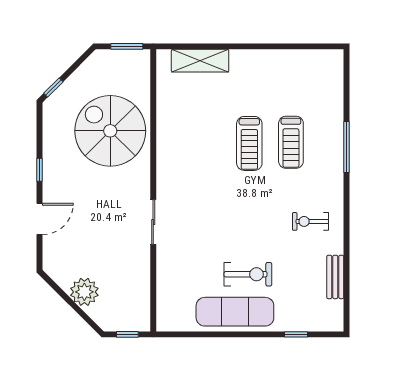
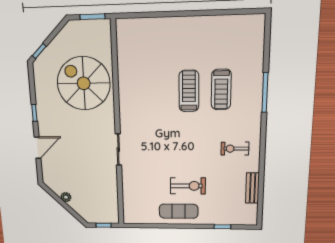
shelving: (200, 61) -> (150, 27), removed
treadmill: (249, 143) -> (189, 91), turned 180
plant: (84, 292) -> (66, 197), width x0.53, depth x0.53
exercise mat: (235, 312) -> (179, 211), width x0.73, depth x0.69

